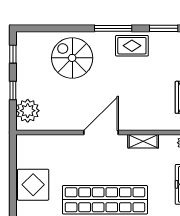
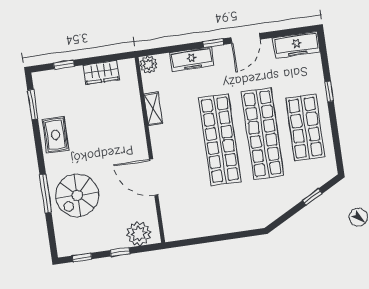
window: (113, 28) -> (45, 193), moved
door: (101, 132) -> (154, 177), moved
display table: (33, 185) -> (215, 217), removed

